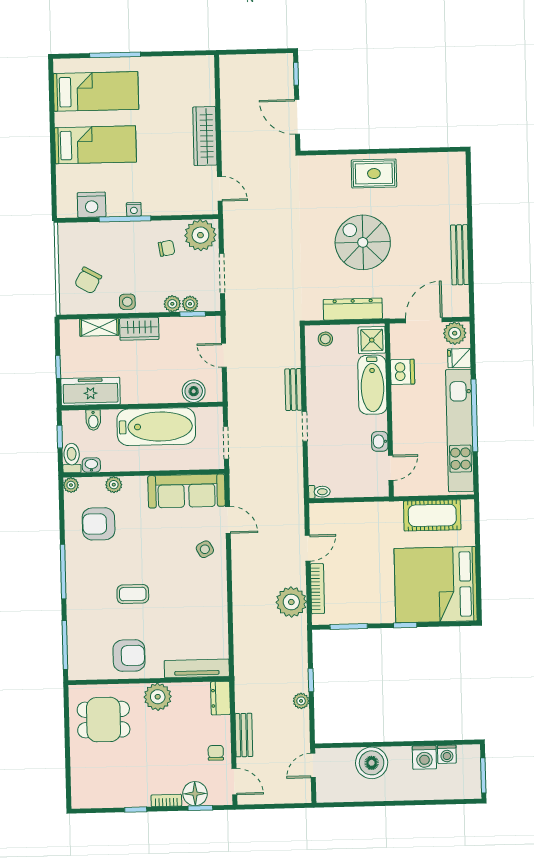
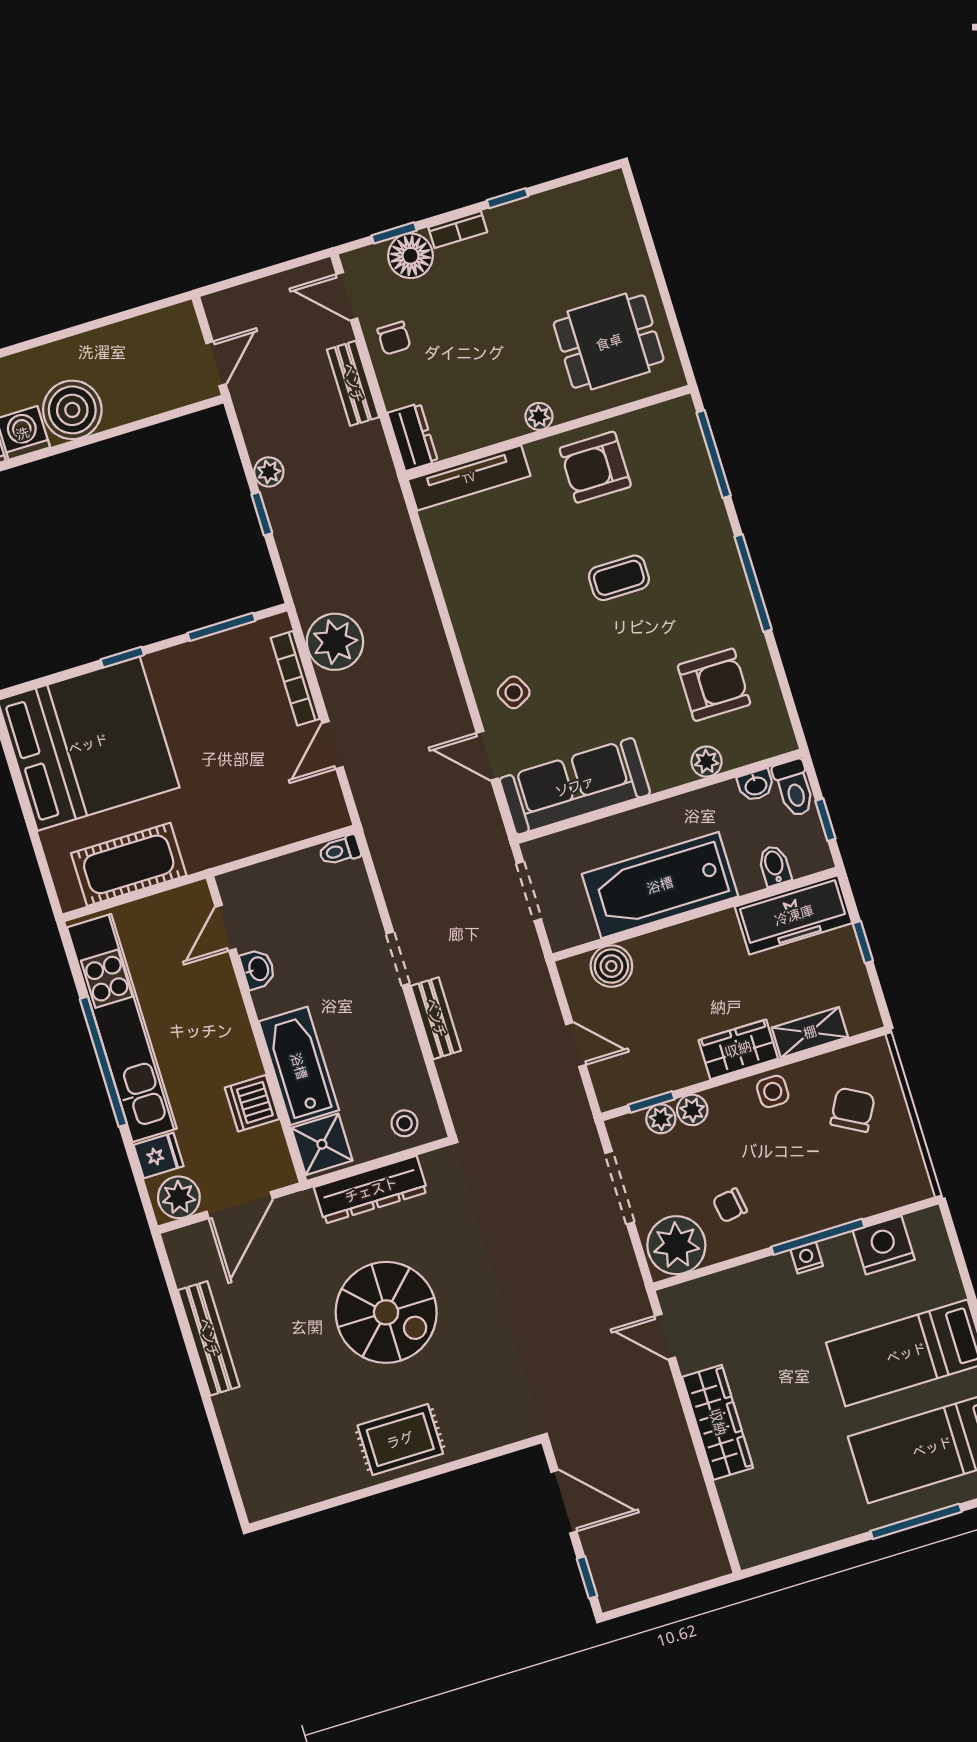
plant: (71, 485) -> (782, 740), removed
plant: (158, 697) -> (539, 416), width x0.53, depth x0.53
boiler: (372, 763) -> (72, 410), moved

